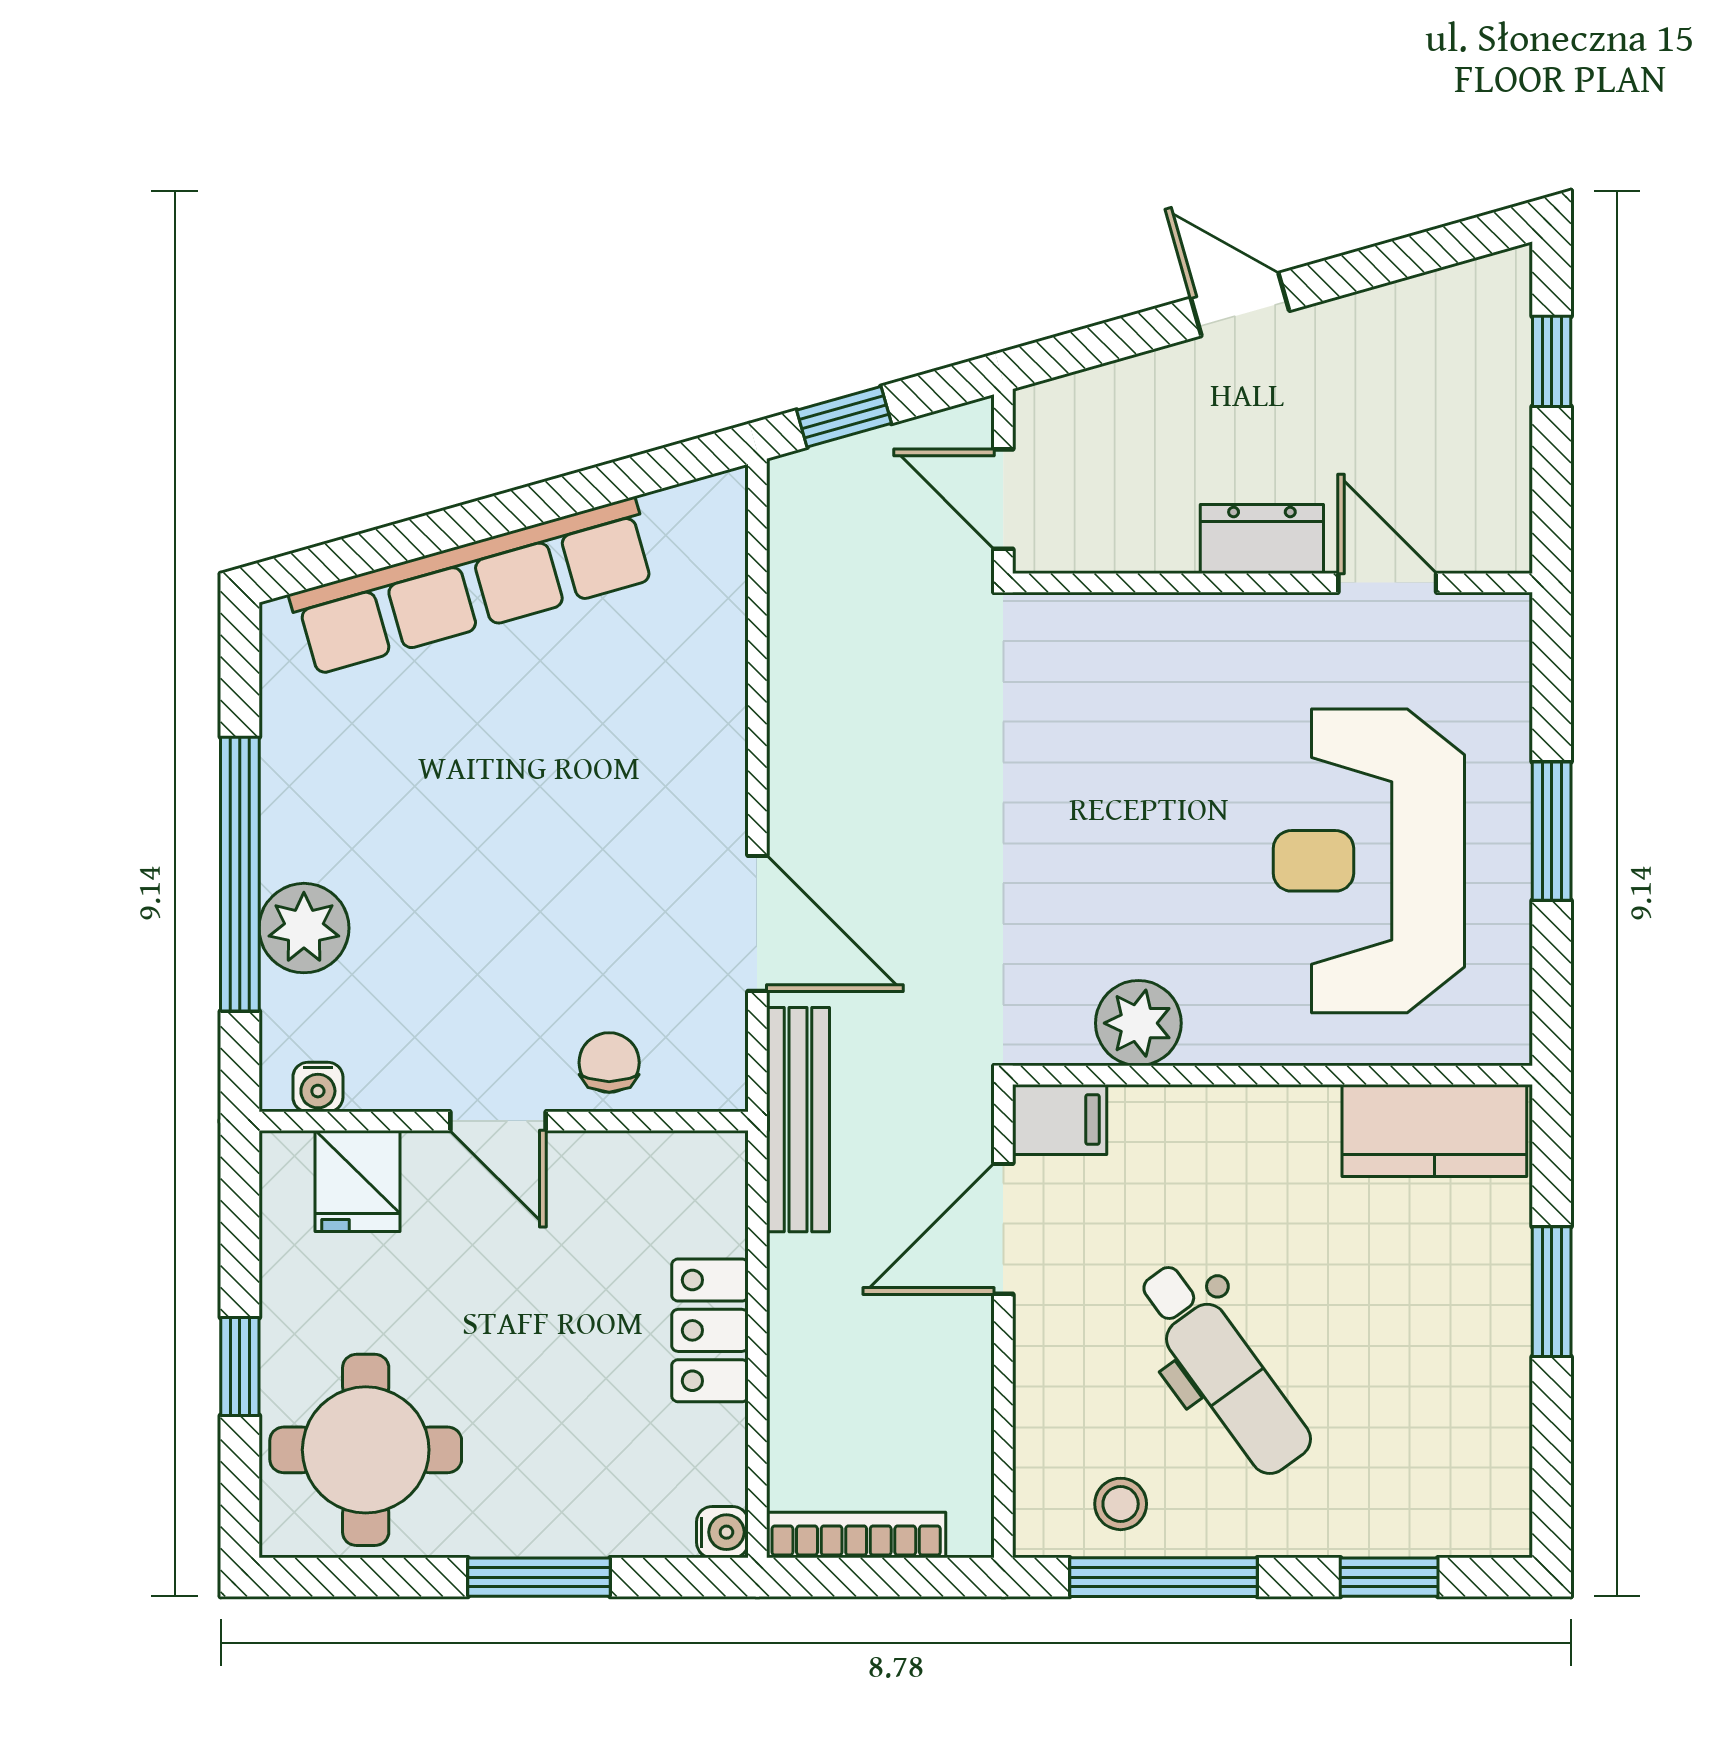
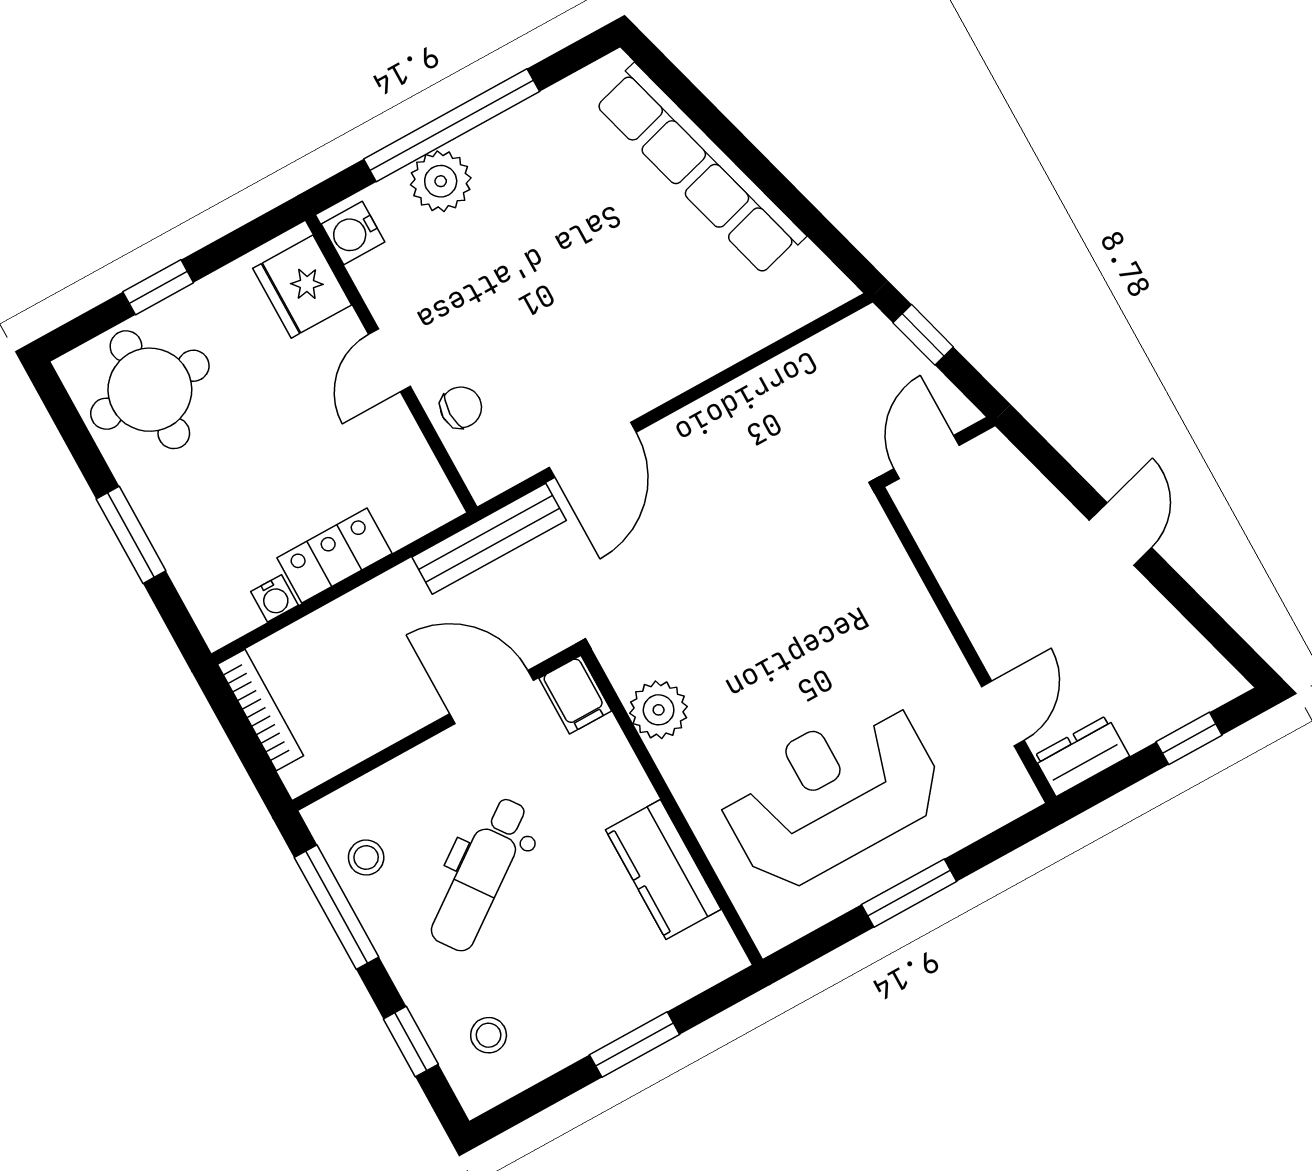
dresser: (1262, 539) -> (1081, 756), moved, turned -90
water cooler: (318, 1087) -> (353, 233), width x1.38, depth x1.38
kitchen counter: (1434, 1130) -> (663, 870), moved
fridge: (358, 1181) -> (302, 287), width x1.38
stool: (1436, 1473) -> (489, 1035), added
water cooler: (722, 1532) -> (274, 598), moved

